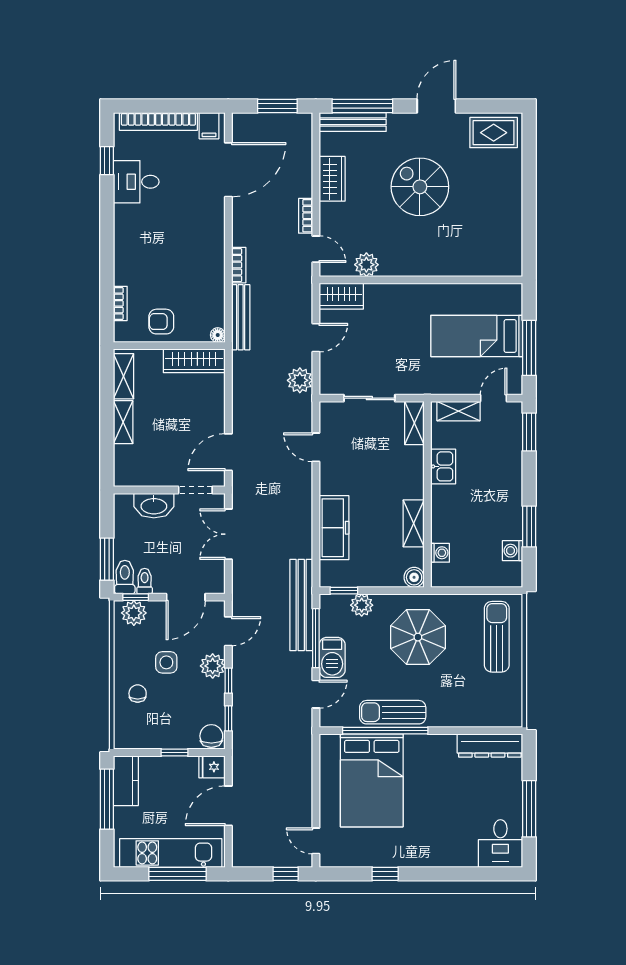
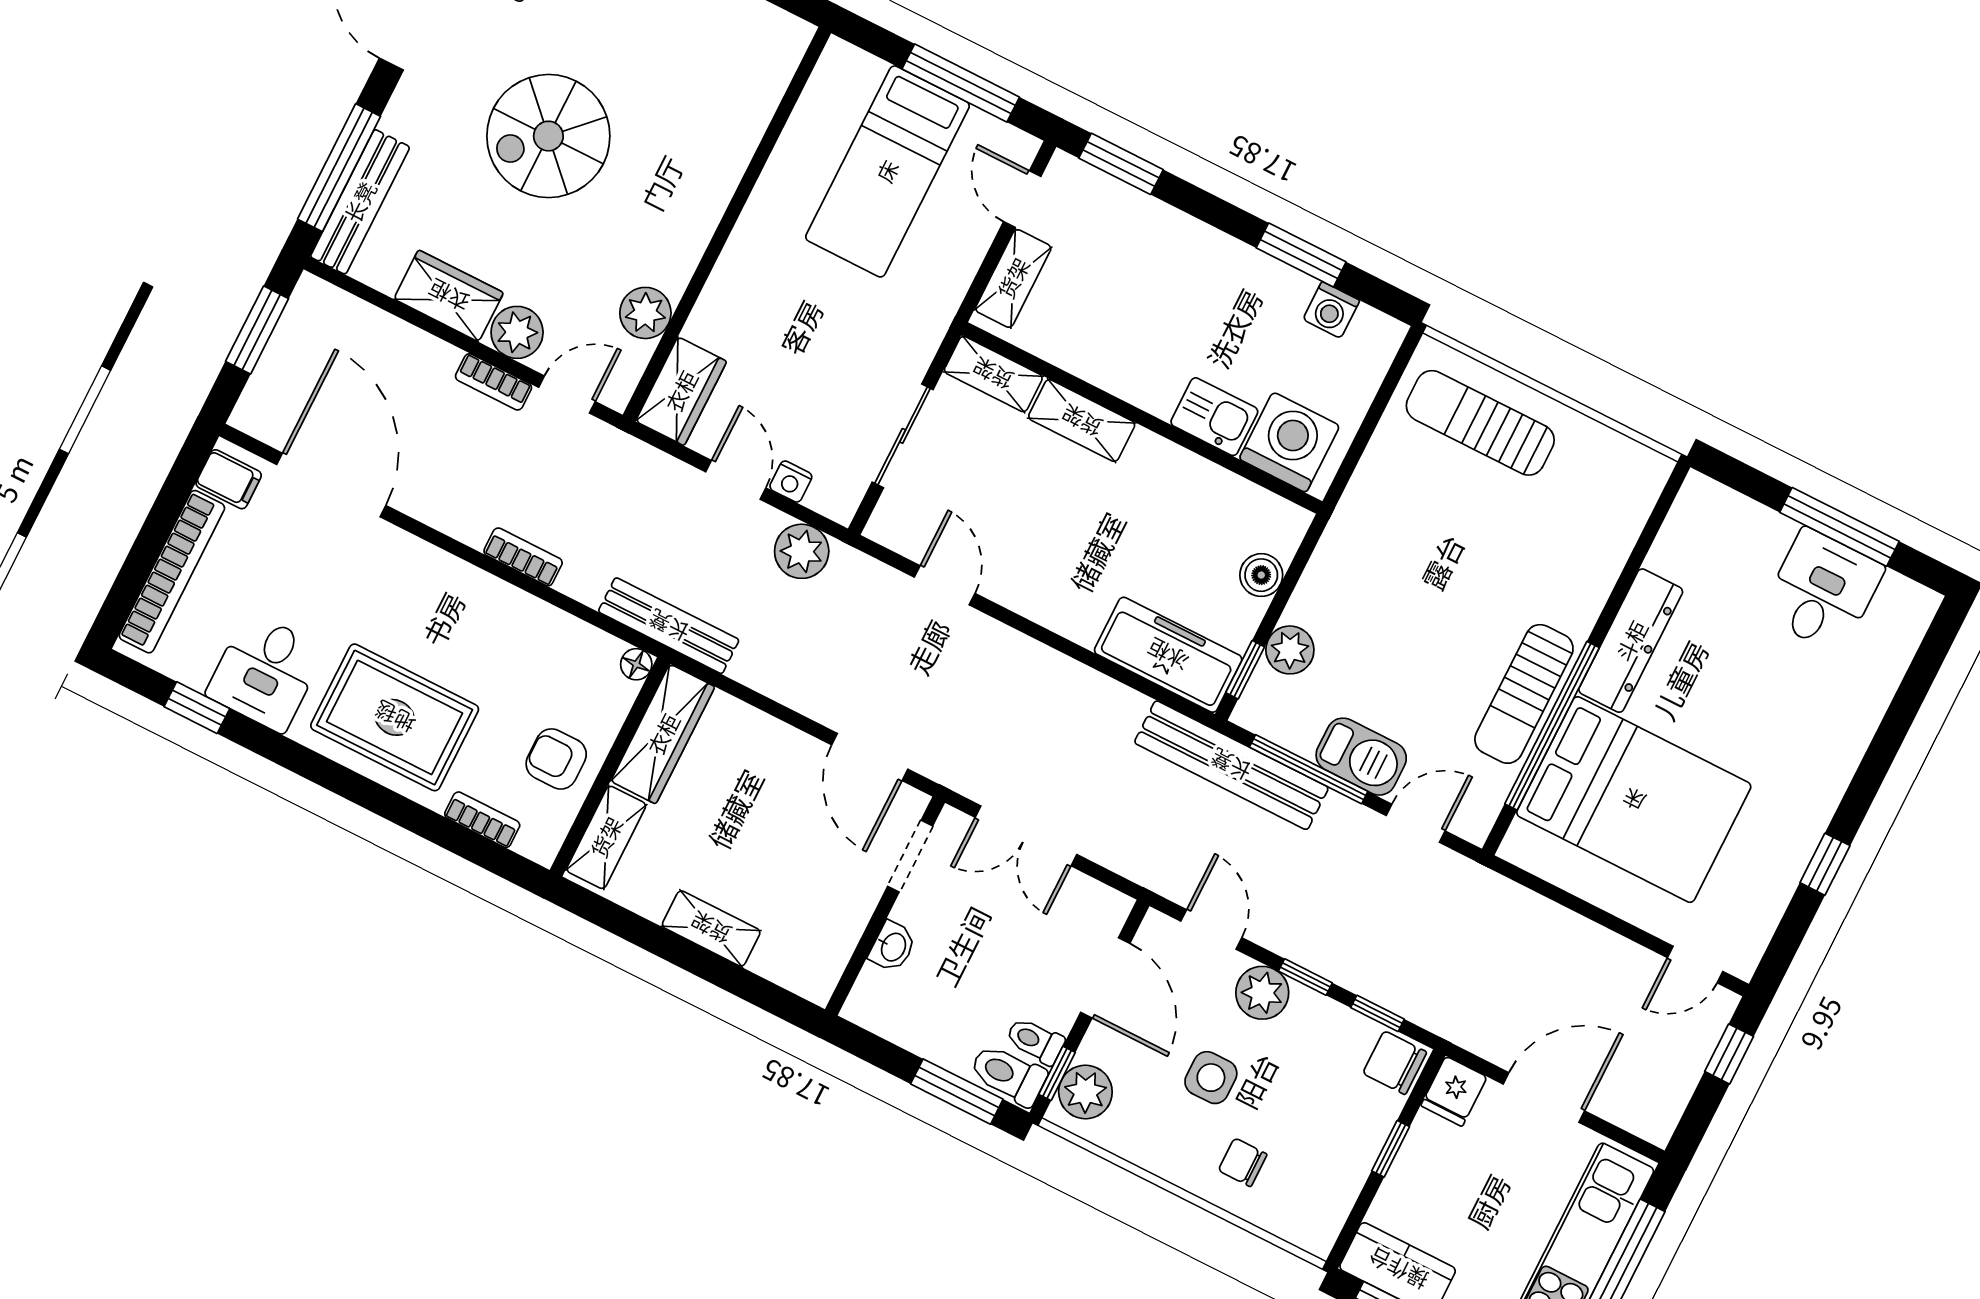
plant: (331, 215) -> (517, 332), added
rug: (145, 245) -> (395, 717), added
bench: (241, 317) -> (669, 626), moved
armchair: (161, 322) -> (556, 759), turned 90
nightstand: (327, 361) -> (791, 482), added
shelving: (124, 376) -> (606, 837), moved, turned 90
door: (316, 447) -> (945, 585), swing flipped
kitchen sink: (443, 466) -> (1214, 417), moved
washbasin: (154, 506) -> (893, 947), width x0.52, depth x0.69
shelving: (414, 523) -> (1082, 421), moved
freezer: (334, 528) -> (1168, 655), moved
washing machine: (440, 553) -> (1289, 442), width x1.89, depth x1.89
boiler: (414, 577) -> (1261, 575), moved
parasol: (418, 637) -> (1405, 573), removed
door: (316, 694) -> (1416, 823), hinge flipped
dresser: (490, 746) -> (1631, 641), moved
door: (228, 806) -> (1544, 1097), swing flipped
desk: (500, 844) -> (1822, 591), moved, turned -90

